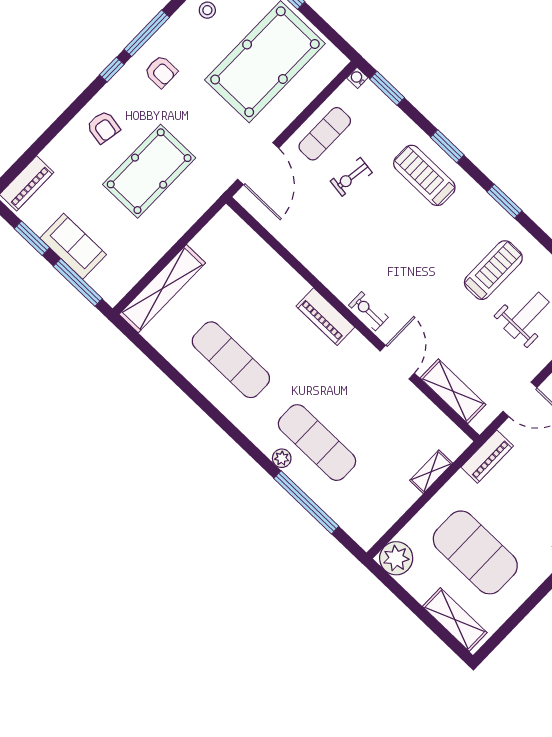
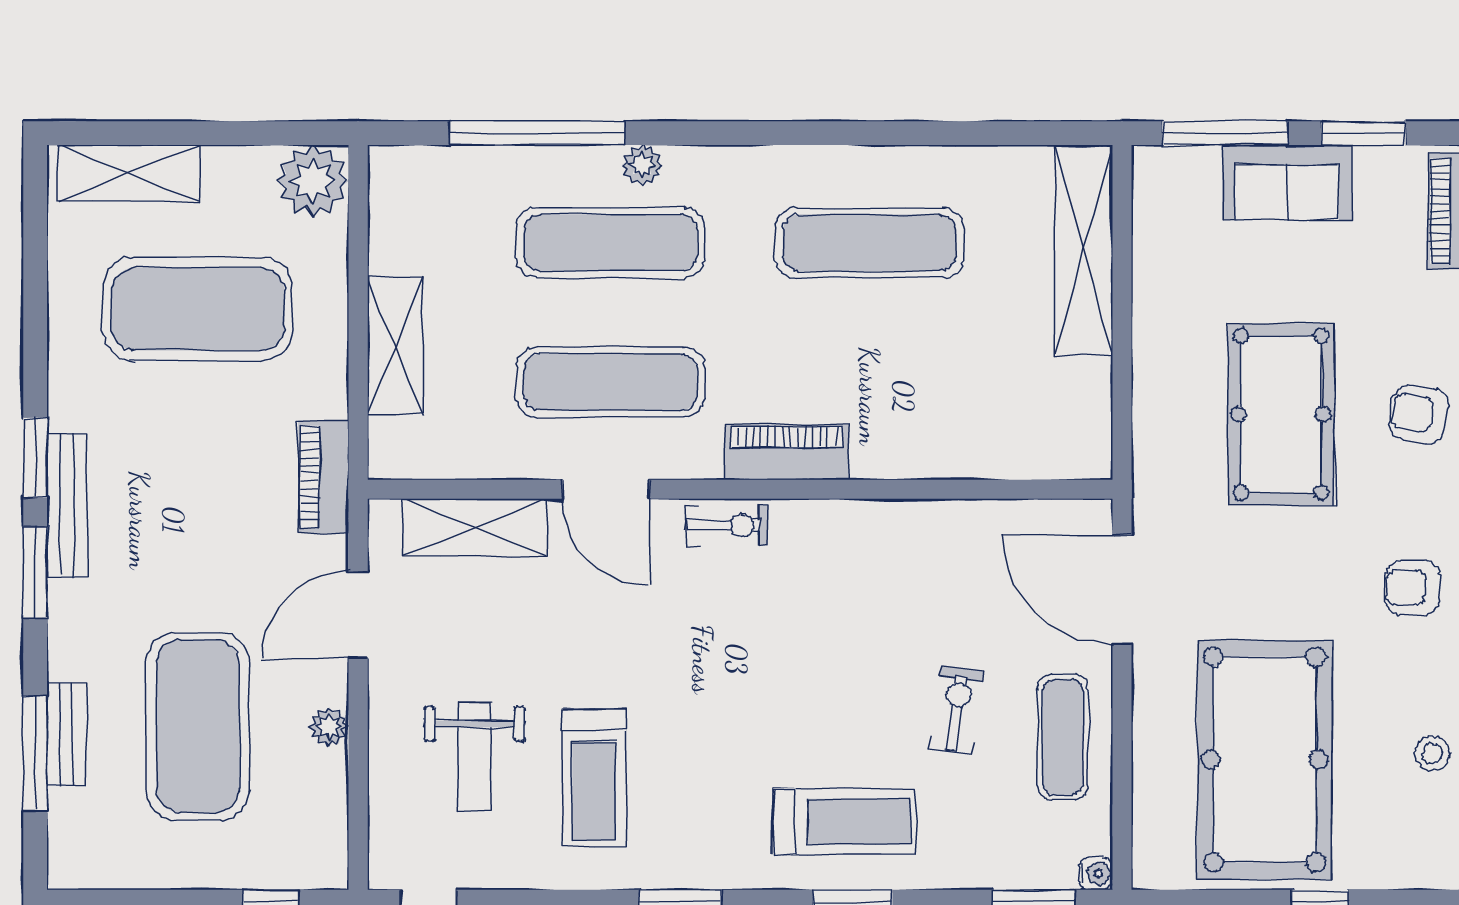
exercise mat: (362, 396) -> (610, 382), added
shelving: (431, 472) -> (395, 346), width x1.50, depth x1.33

